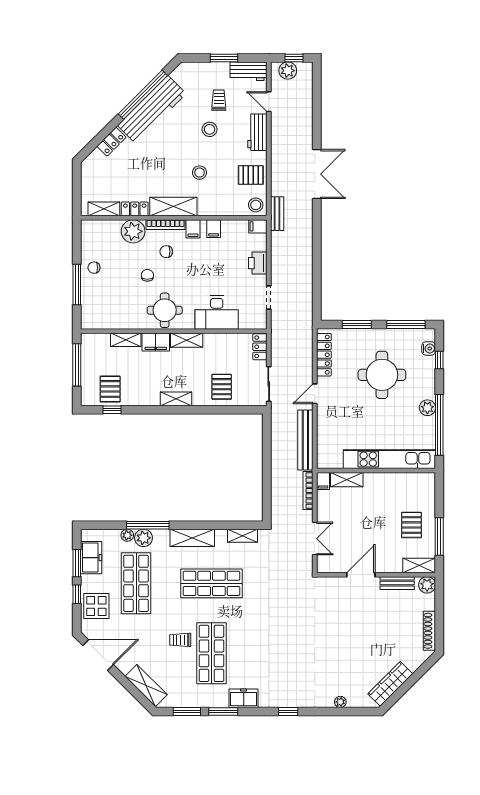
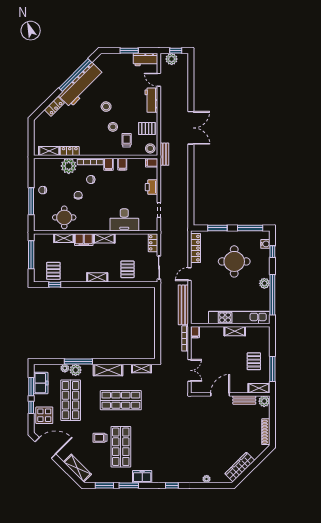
trolley: (219, 100) -> (127, 140), moved
stool: (210, 129) -> (106, 107), moved
shelving: (173, 207) -> (95, 149), removed
round table: (165, 310) -> (64, 217), moved
shelving: (347, 480) -> (235, 331), moved

